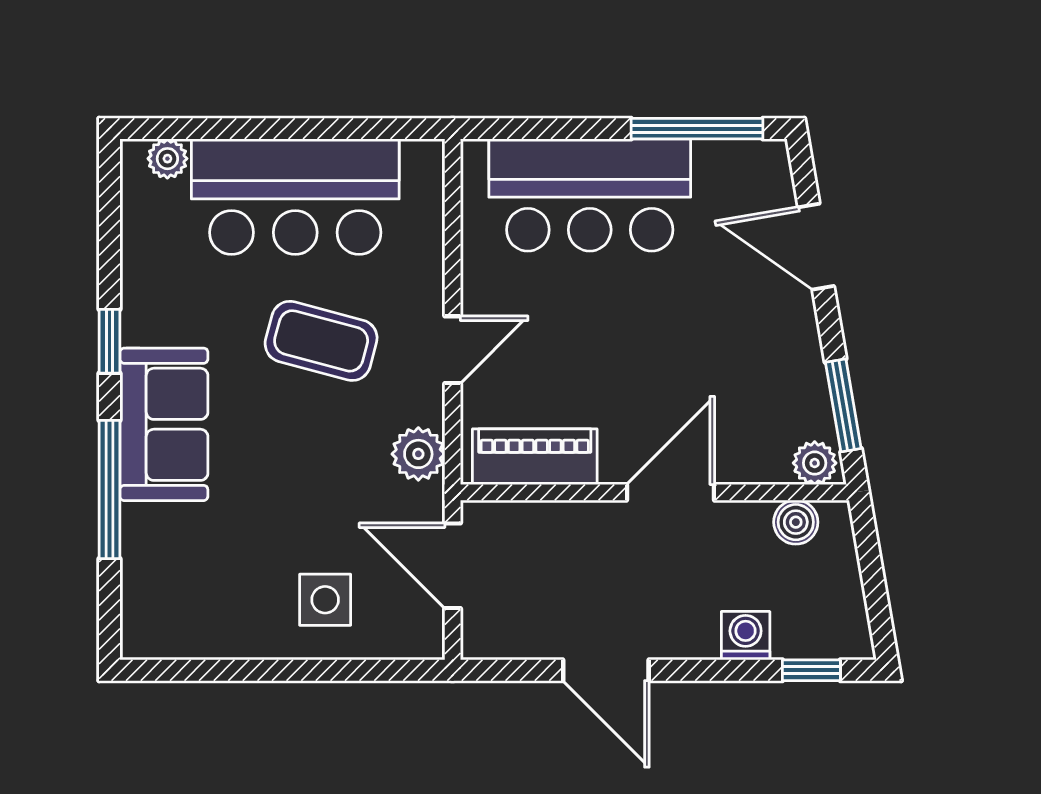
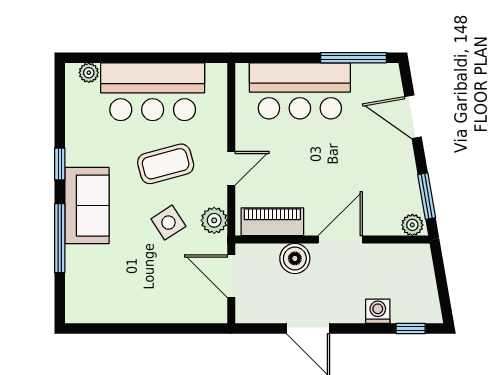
coffee table: (321, 341) -> (166, 164), turned -30
boiler: (796, 522) -> (295, 258), moved, width x1.36, depth x1.36
side table: (325, 600) -> (168, 223), moved, turned -33

